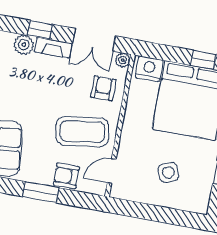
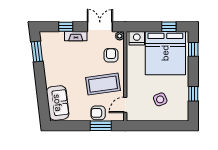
double door: (94, 40) -> (100, 27), swing flipped
plant: (24, 45) -> (58, 38), removed
window: (41, 192) -> (101, 126), moved

